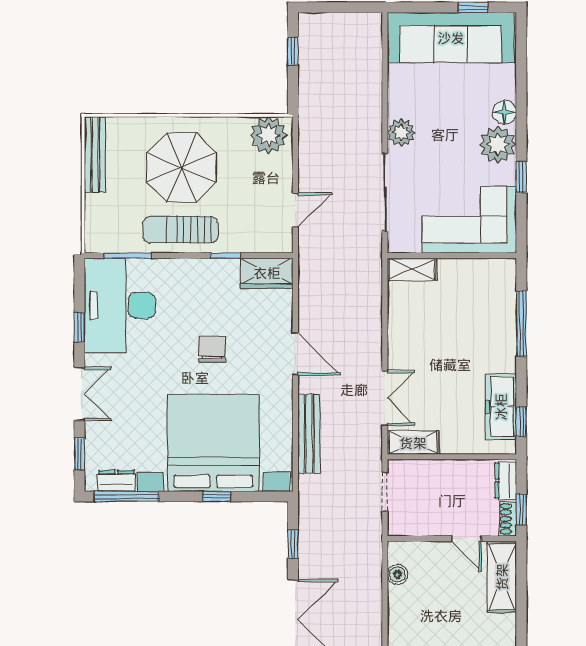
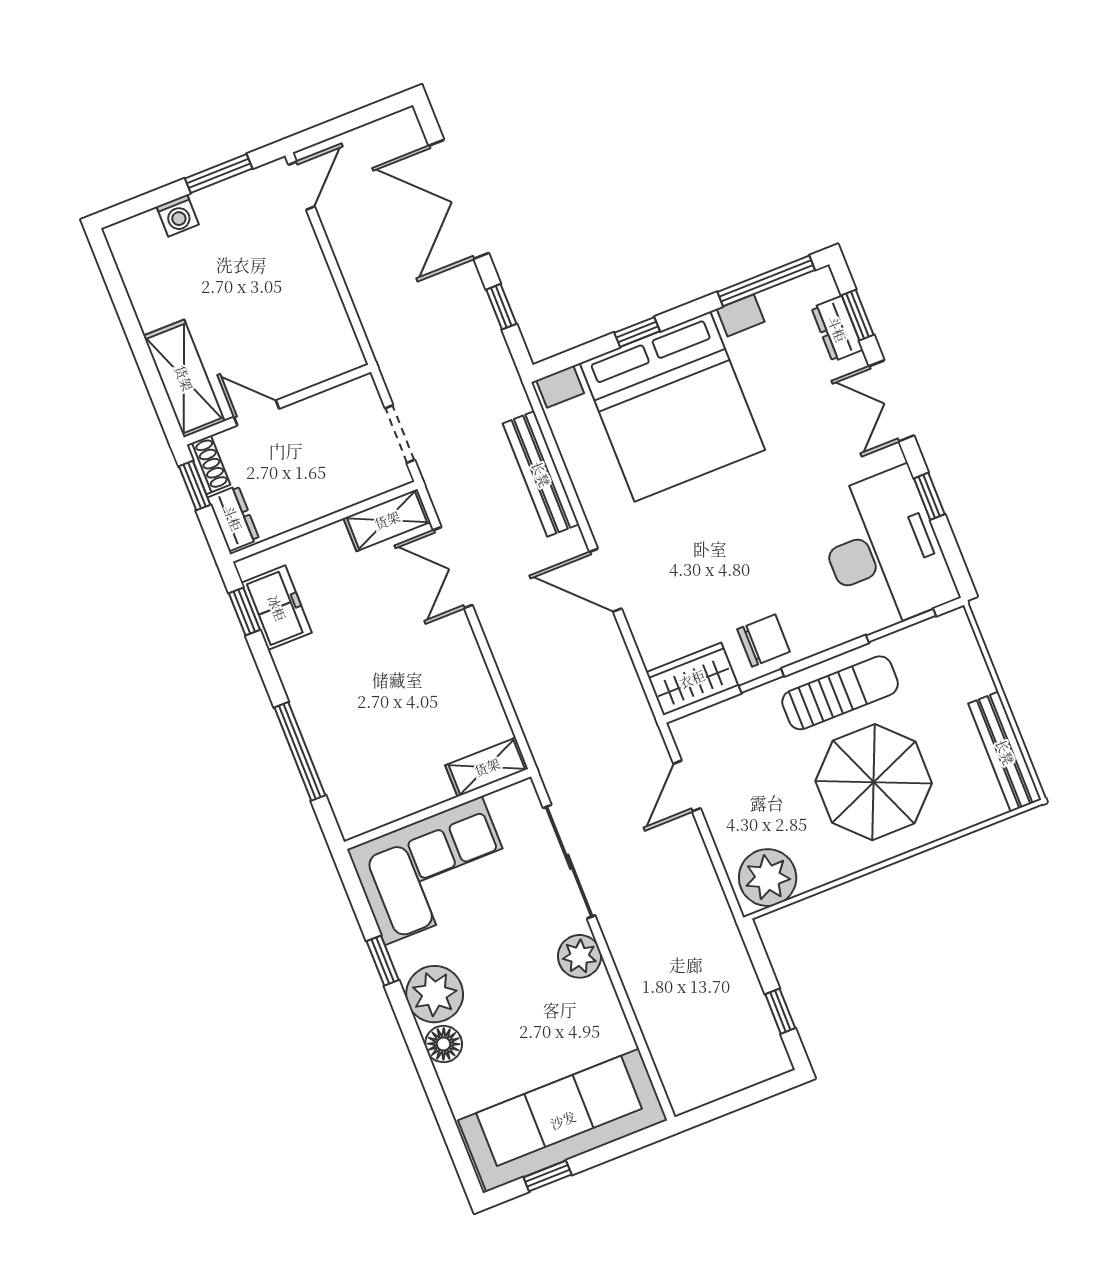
chair: (212, 349) -> (764, 641), moved, turned -90
freezer: (501, 407) -> (277, 608), width x0.71
dresser: (116, 481) -> (837, 329), moved, turned 90
boiler: (397, 574) -> (335, 323), removed

